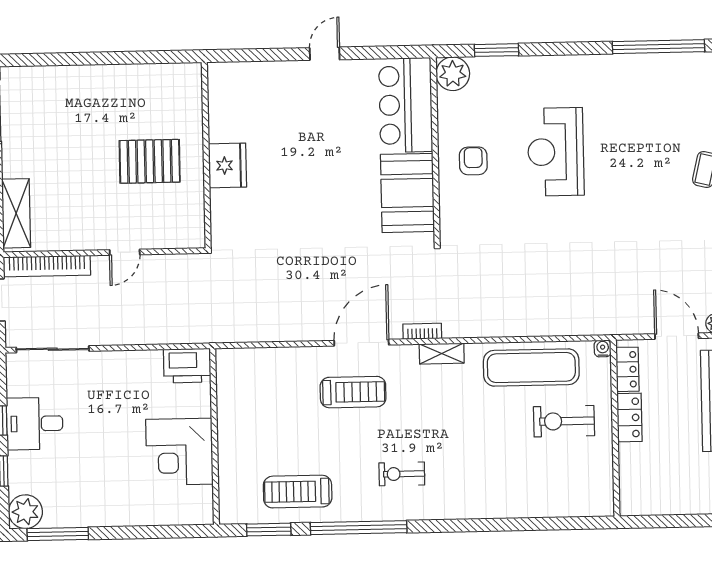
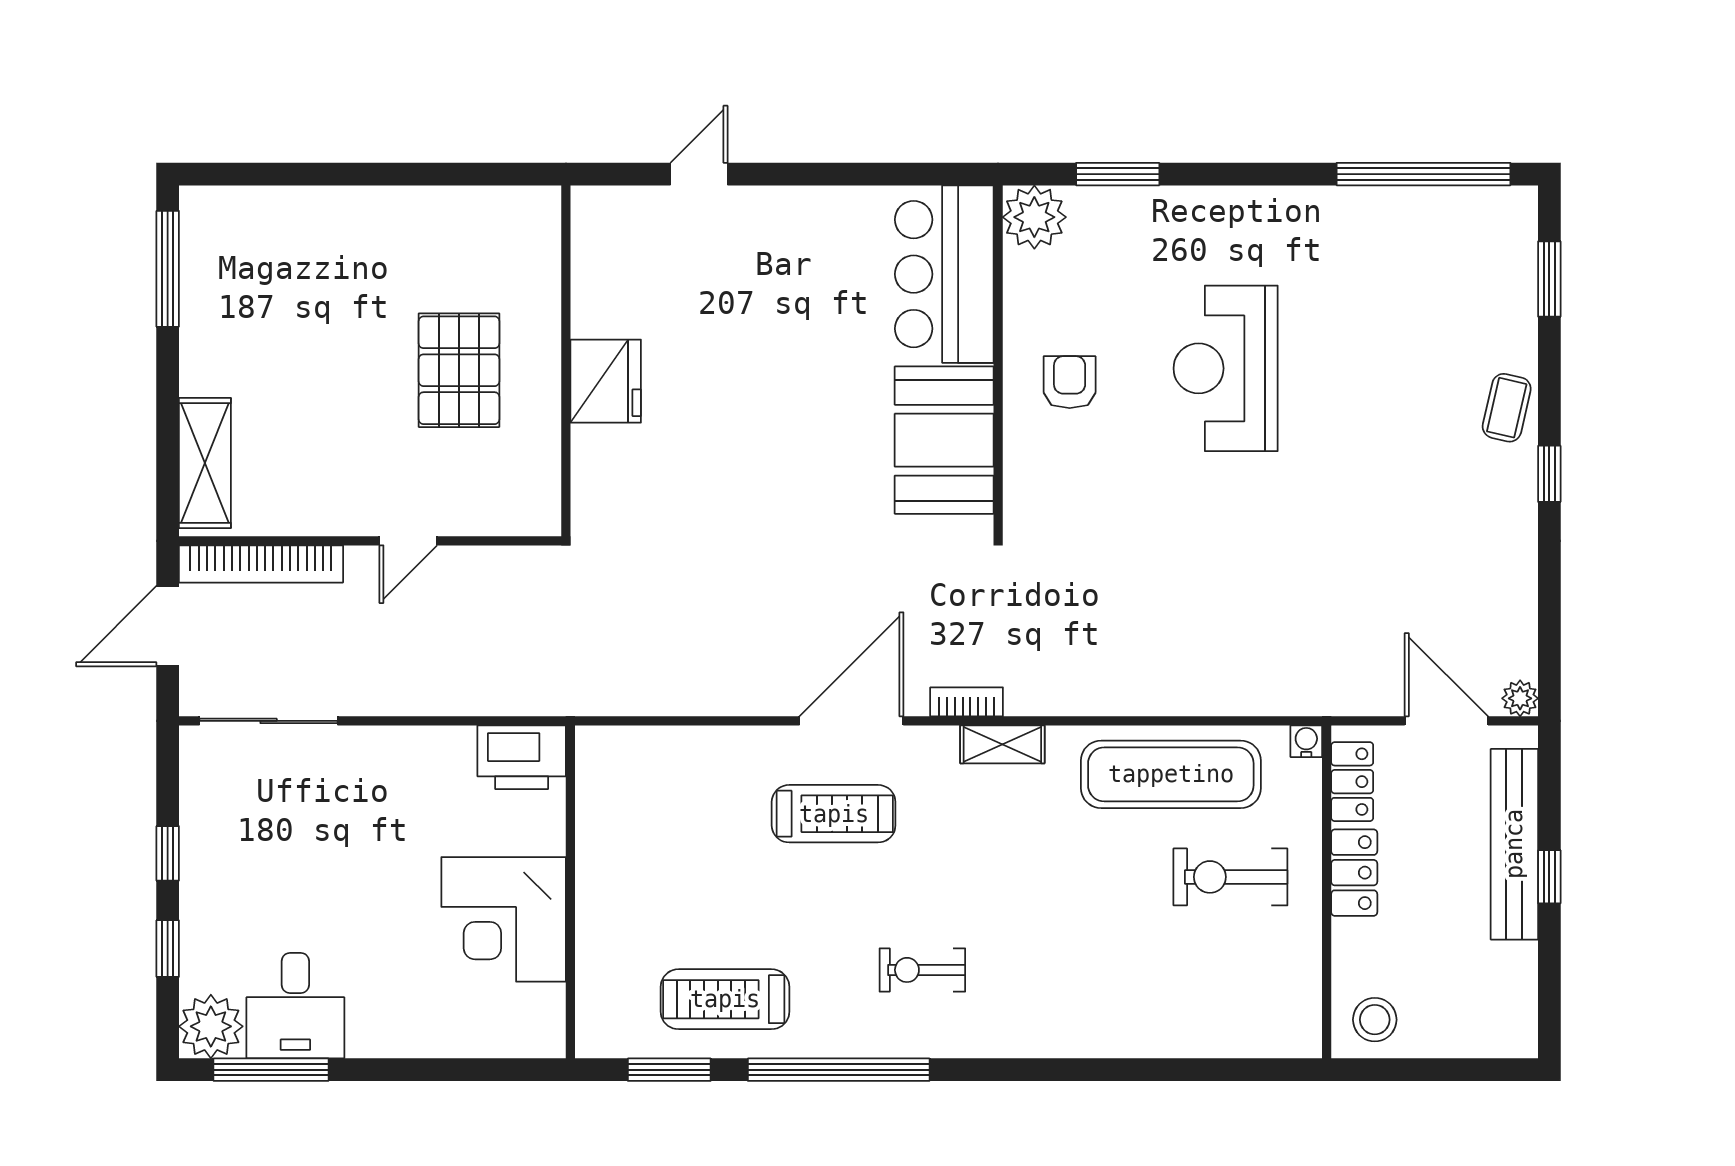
door: (325, 54) -> (699, 174), moved
pallet: (150, 161) -> (459, 370), turned 90
desk: (35, 424) -> (295, 1006), moved, turned -90
stool: (642, 495) -> (1375, 1020), added

